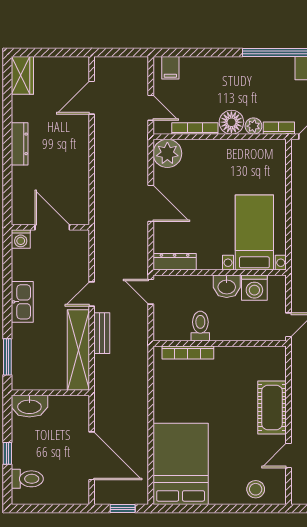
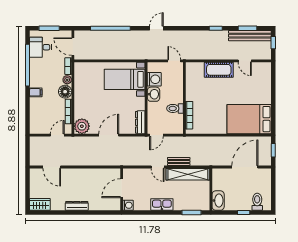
filing cabinet: (170, 68) -> (36, 92), moved
stool: (256, 489) -> (263, 79), removed

